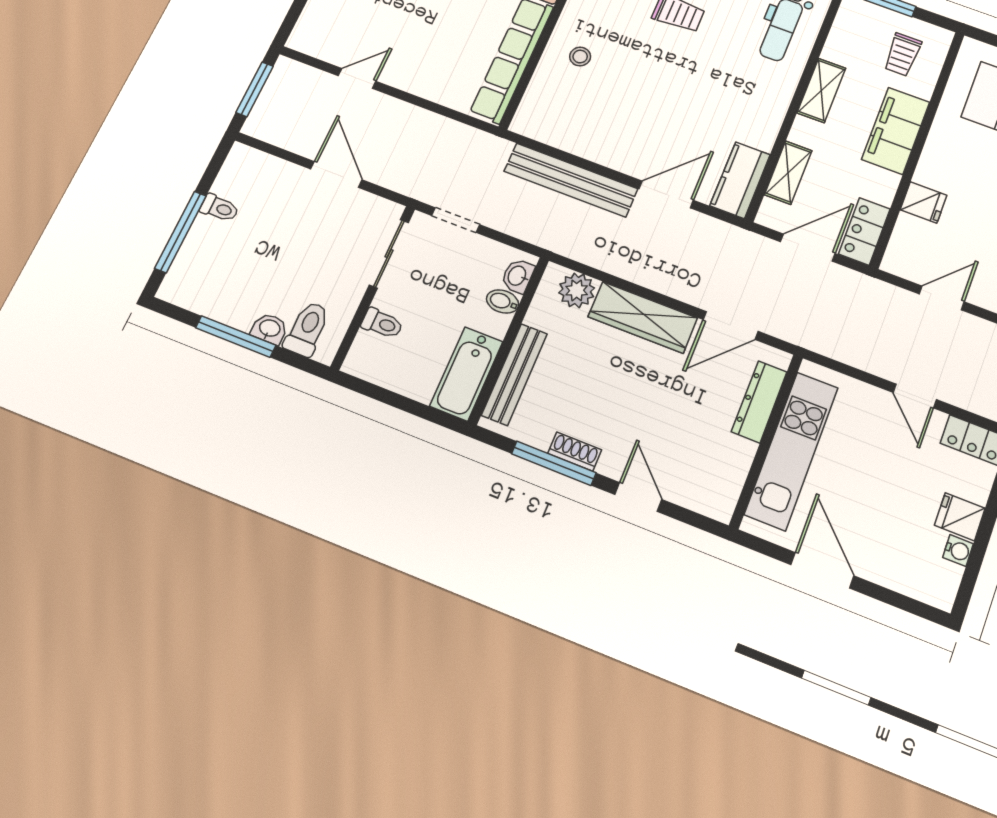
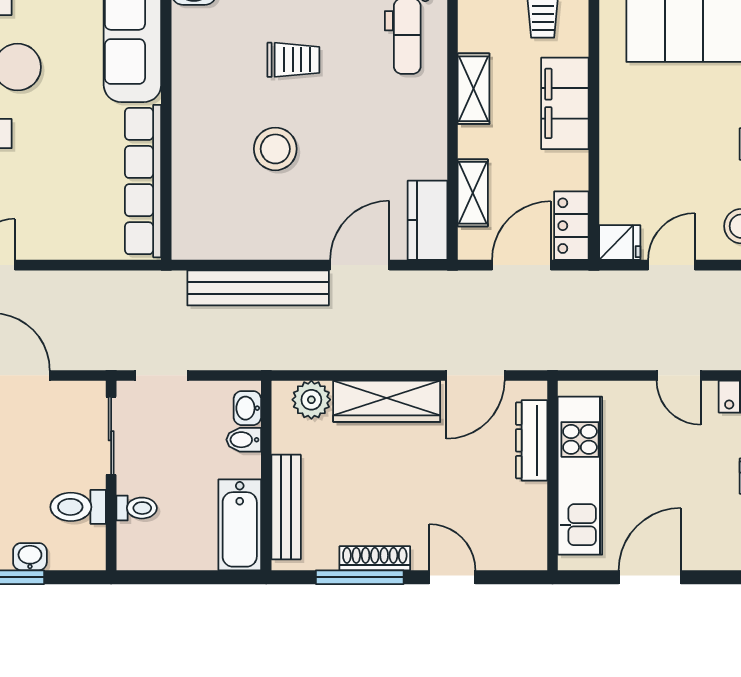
stool: (580, 57) -> (275, 149), moved, width x1.89, depth x1.89
fridge: (924, 202) -> (620, 243), moved
toilet: (307, 329) -> (78, 507), moved, turned -90
shoe rack: (575, 452) -> (375, 558), width x1.43
door: (822, 570) -> (650, 577), hinge flipped

